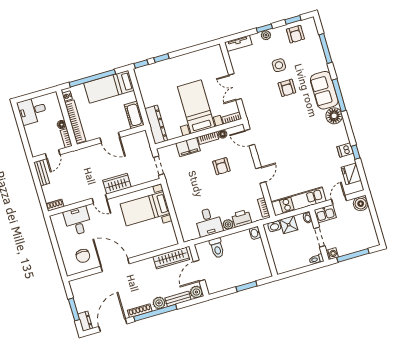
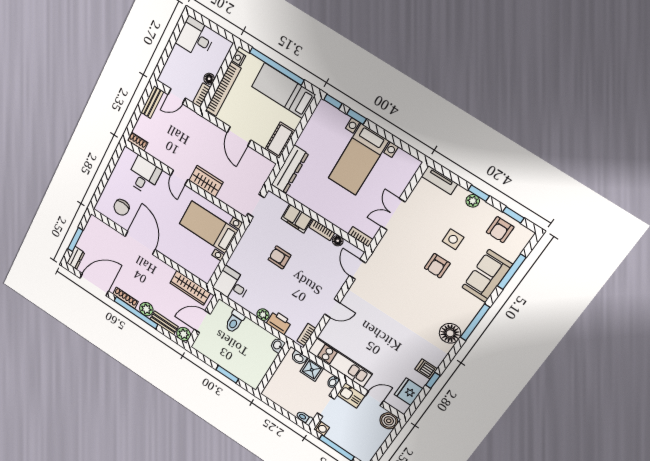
sofa: (324, 90) -> (487, 276), moved
bed with nightstands: (196, 107) -> (358, 160), moved, turned 180
armchair: (221, 166) -> (279, 257), moved, turned 90
desk: (209, 222) -> (232, 285), moved, turned 90

